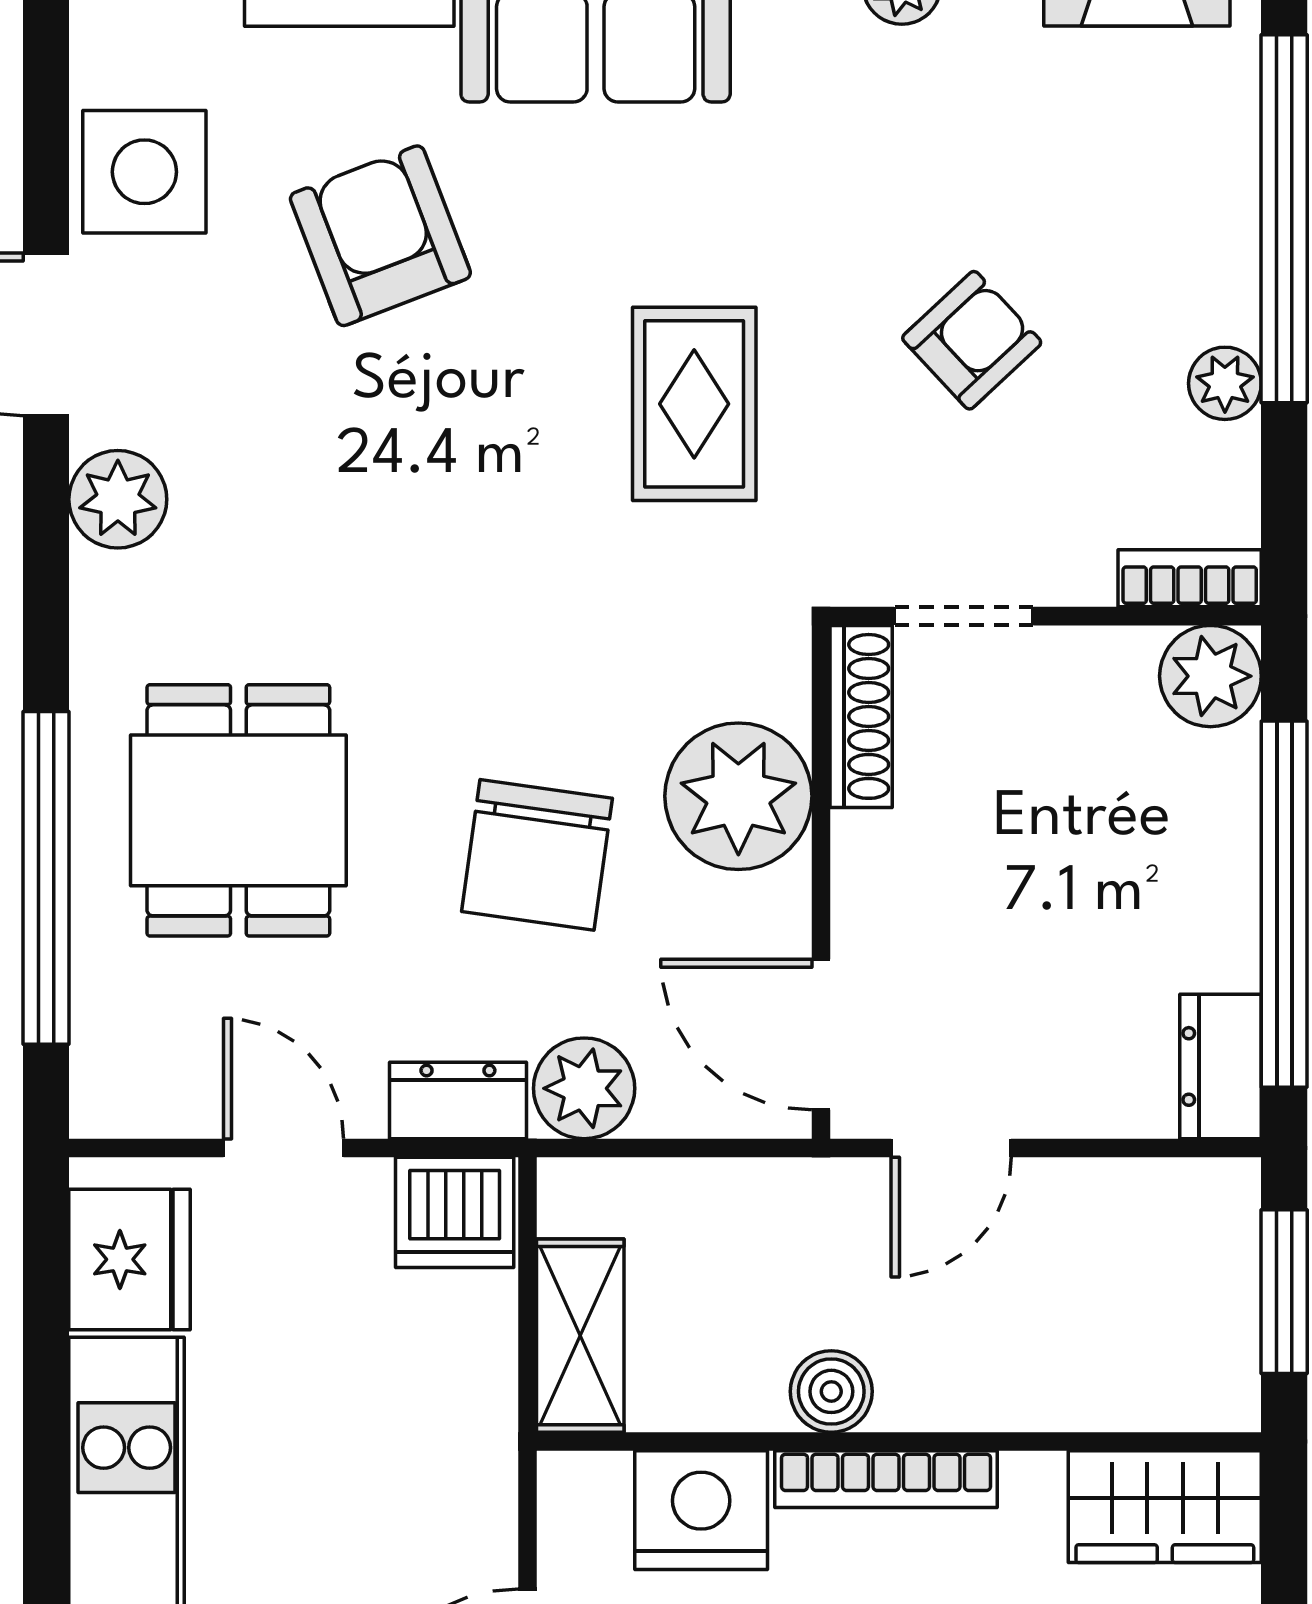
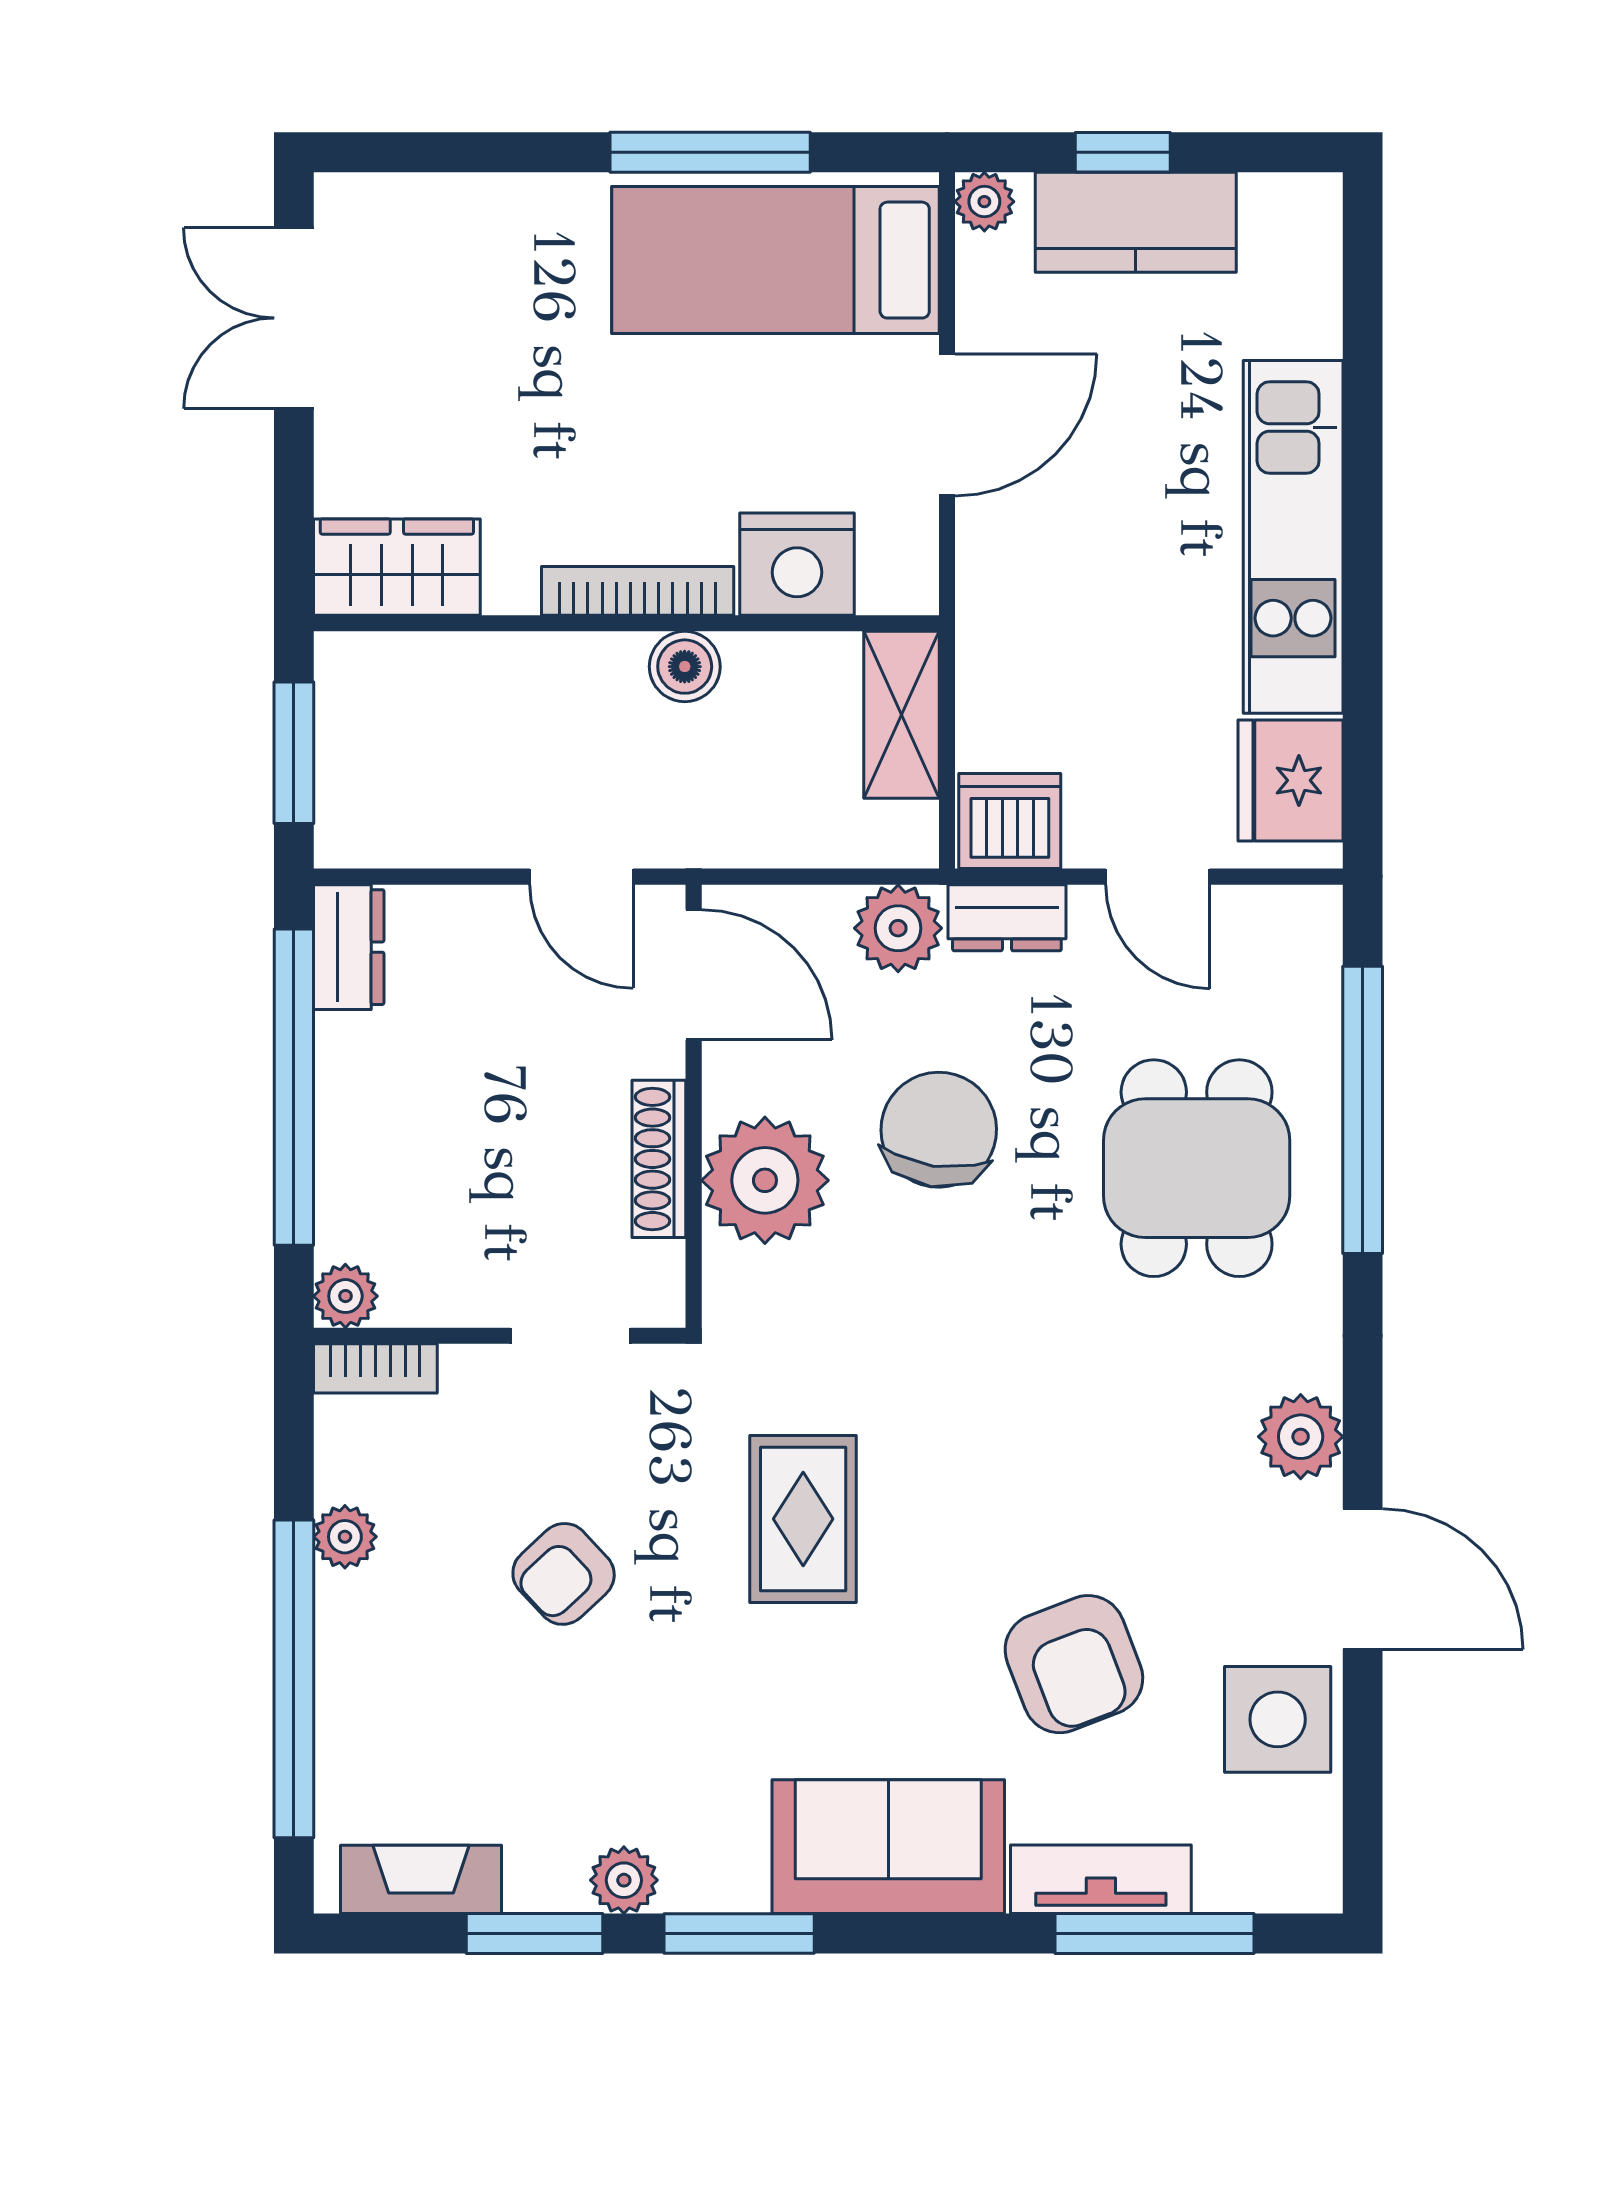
plant: (1210, 676) -> (345, 1296), width x0.73, depth x0.73
shoe rack: (861, 716) -> (659, 1159), moved
door: (951, 1148) -> (581, 877), swing flipped

